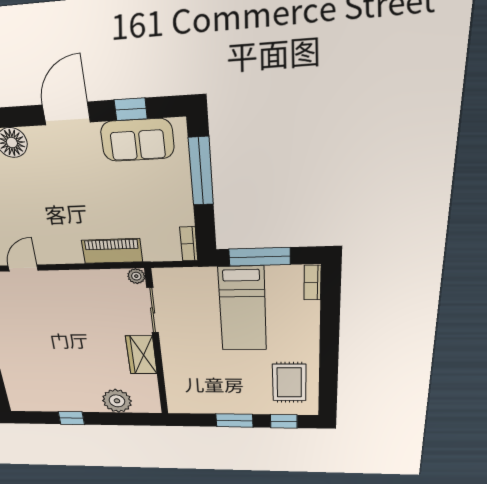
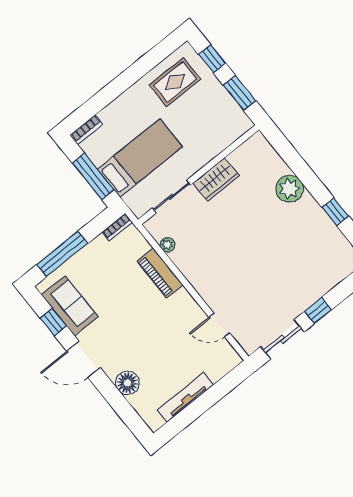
sliding door: (153, 310) -> (171, 197), moved
wall: (157, 345) -> (199, 175), moved
wardrobe: (141, 355) -> (216, 180), moved

